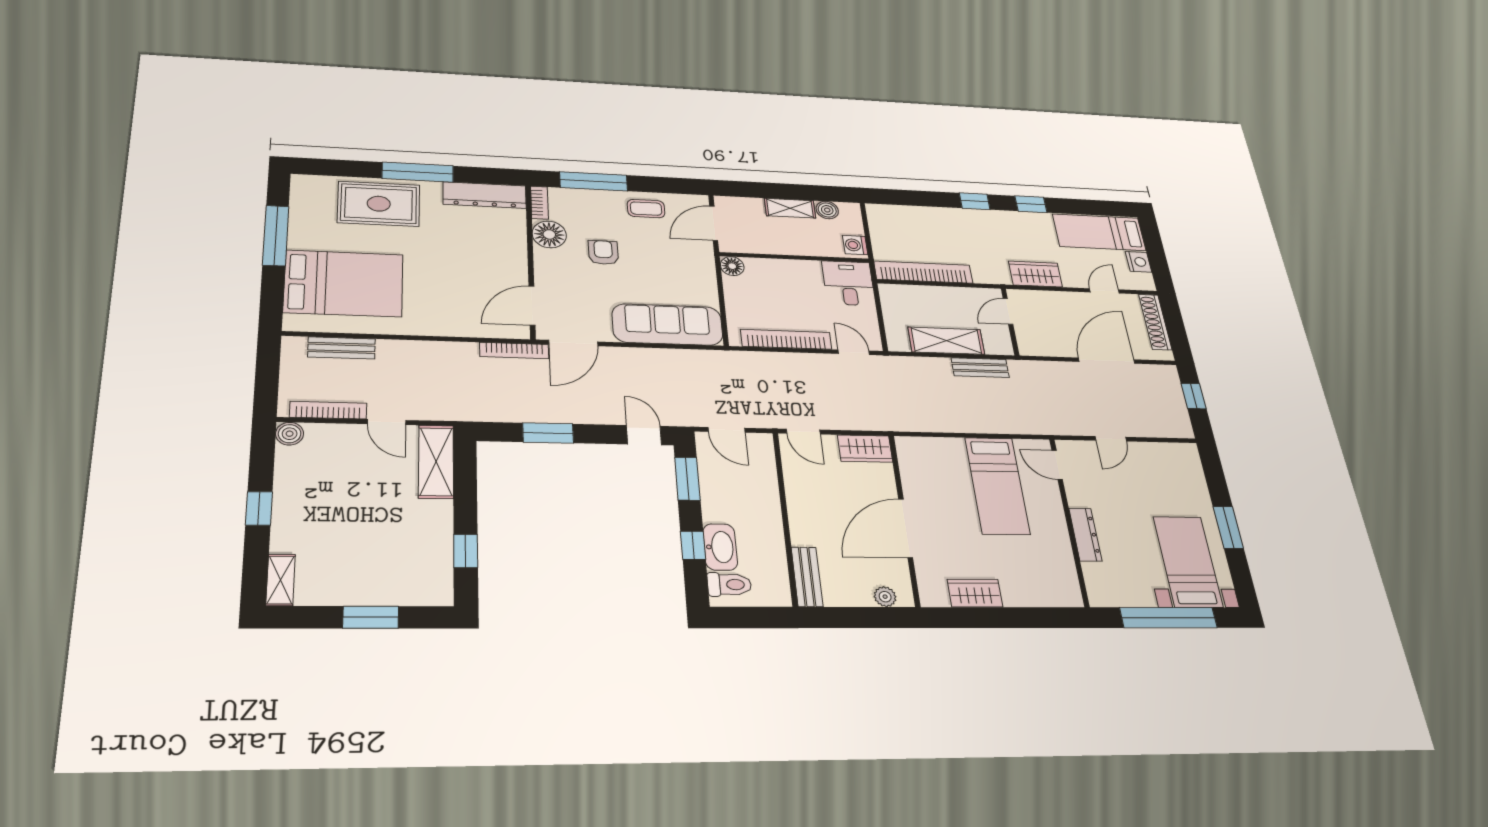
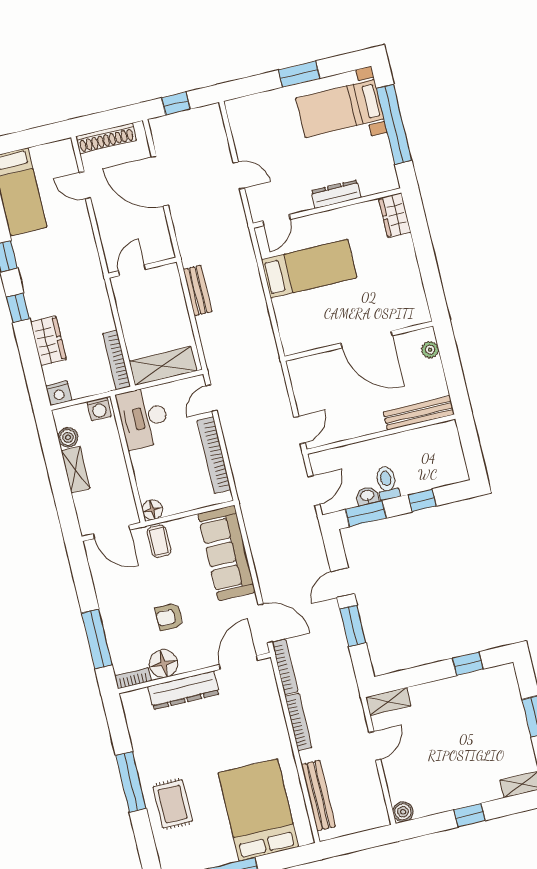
dresser: (485, 195) -> (184, 690), moved, turned 90
rug: (379, 204) -> (173, 804), width x0.73, depth x0.70
coffee table: (646, 209) -> (159, 541), moved
nightstand: (1139, 262) -> (59, 393), moved, turned 180
bookcase: (923, 272) -> (117, 360), width x0.68, depth x0.76
wardrobe: (1035, 274) -> (48, 341), moved, turned 180
desk: (849, 283) -> (144, 418), width x1.37
door: (532, 306) -> (238, 662), swing flipped
door: (1008, 311) -> (132, 270), swing flipped
shelving: (946, 341) -> (163, 366), moved, turned 90
bench: (342, 348) -> (318, 795), width x1.36
bookcase: (328, 410) -> (298, 722), moved, turned 180
door: (644, 435) -> (343, 583), moved
wardrobe: (865, 449) -> (302, 379), removed
shelving: (436, 462) -> (388, 701), width x0.67, depth x0.75
washbasin: (720, 547) -> (367, 496), moved, width x0.52, depth x0.69
bench: (807, 577) -> (419, 413), width x1.36
toilet: (729, 584) -> (387, 483), moved
wardrobe: (975, 593) -> (395, 215), moved

